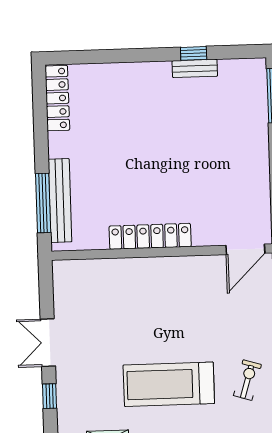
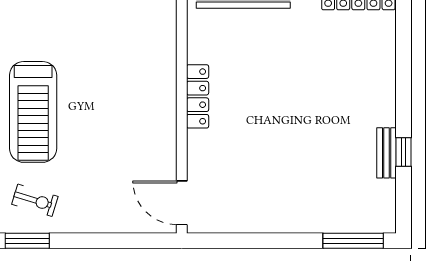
locker: (150, 236) -> (198, 96), width x0.71, depth x0.83
treadmill: (169, 384) -> (33, 112), turned 180

